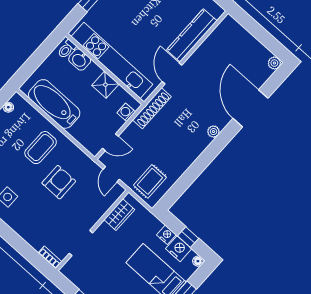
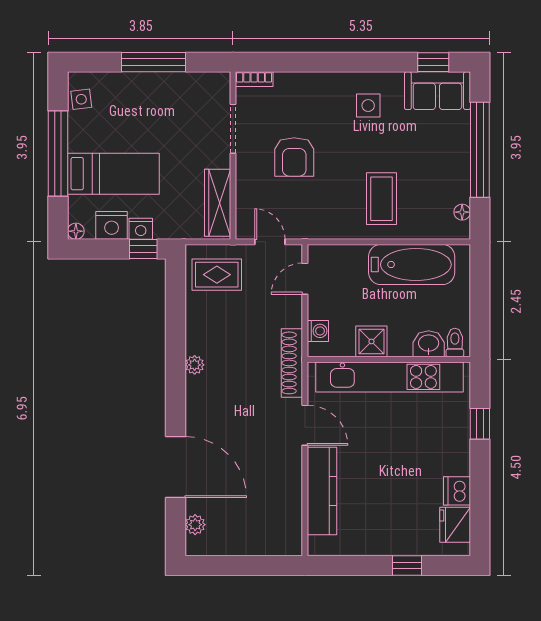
plant: (274, 63) -> (195, 525), moved
plant: (213, 132) -> (195, 365), moved
rug: (150, 181) -> (217, 275), turned 90
armchair: (59, 182) -> (294, 157), moved
wardrobe: (119, 215) -> (218, 203), width x1.50
window: (188, 237) -> (143, 249), moved

